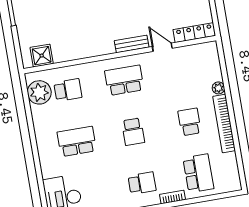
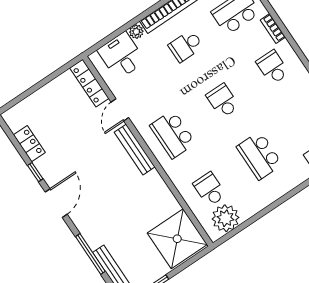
bench: (132, 44) -> (135, 150), width x1.36
shower: (42, 56) -> (177, 239), width x1.86, depth x1.86
desk: (205, 68) -> (121, 56), added
school desk: (133, 132) -> (223, 101), turned -90

